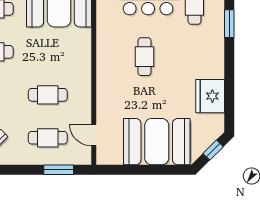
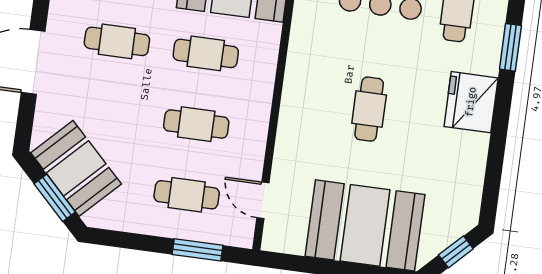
cafe table: (48, 52) -> (206, 53), added
cafe table: (145, 57) -> (369, 109), moved
fridge: (210, 96) -> (471, 102), moved

